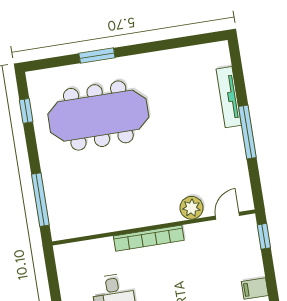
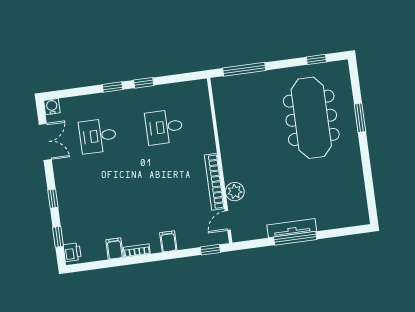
tv unit: (229, 97) -> (292, 228), moved
door: (227, 216) -> (228, 221), swing flipped
bookcase: (149, 238) -> (214, 182), moved

